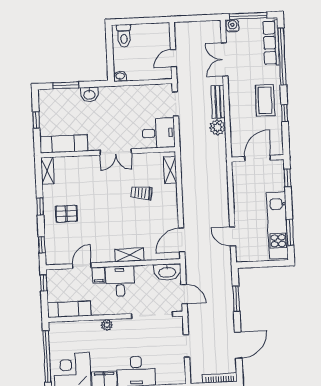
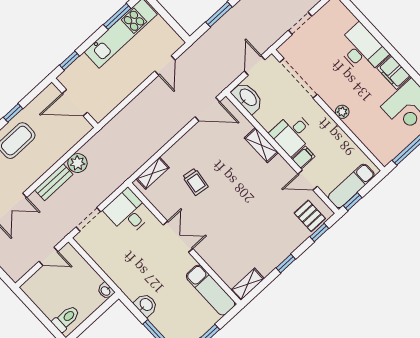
pallet: (66, 214) -> (310, 216), moved
exam couch: (69, 309) -> (351, 186), moved, turned 90

